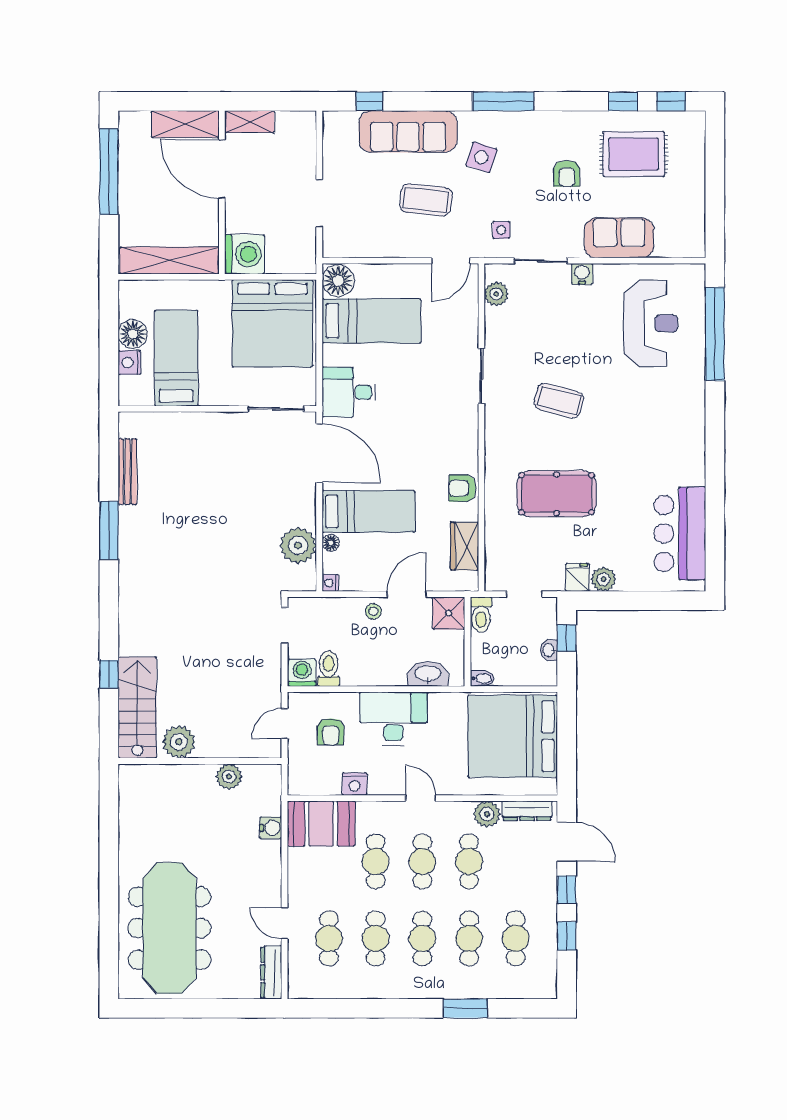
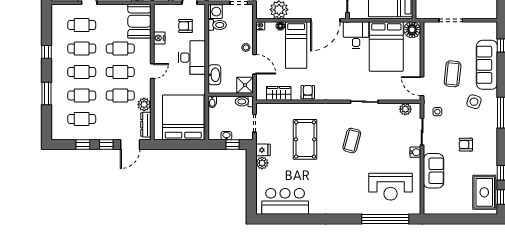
rug: (634, 154) -> (484, 192), moved
bed: (371, 321) -> (386, 46), width x1.50
window: (382, 1008) -> (47, 52), added

